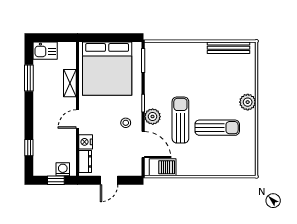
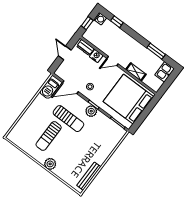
plant: (153, 117) -> (91, 111), moved
door: (77, 119) -> (113, 61), swing flipped
washing machine: (63, 169) -> (100, 19), moved

